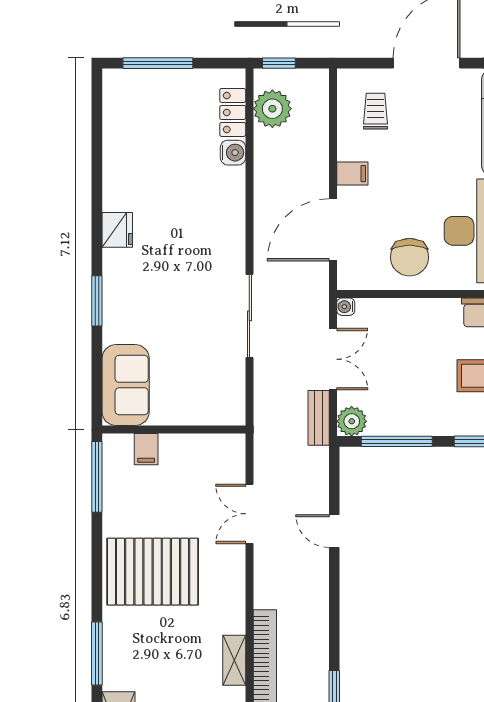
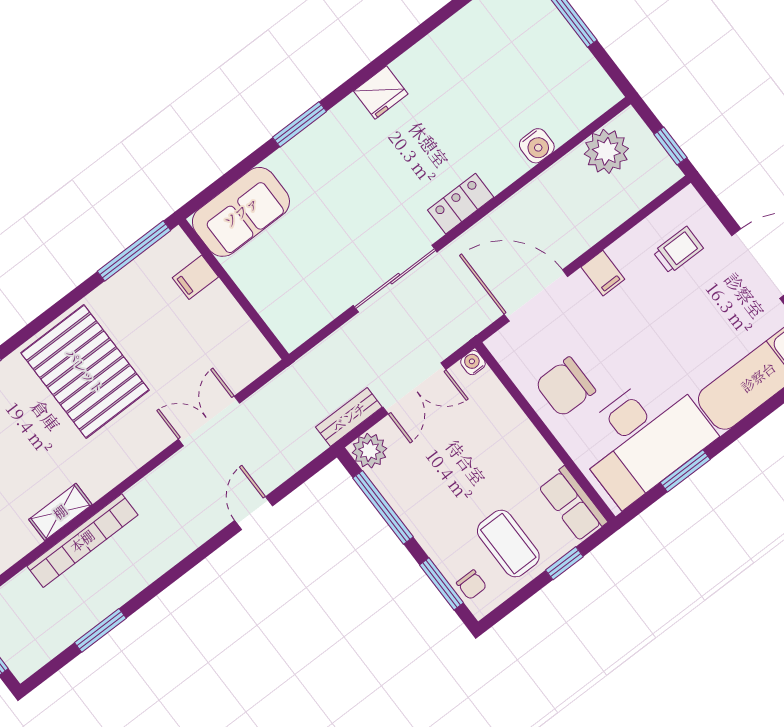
window: (279, 63) -> (670, 146), moved
locker: (233, 112) -> (461, 204), moved

